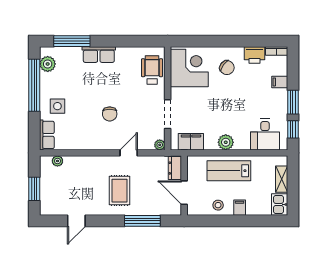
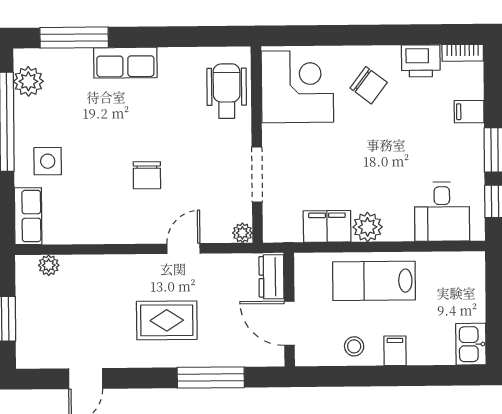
filing cabinet: (191, 142) -> (327, 226), moved
shelving: (282, 179) -> (474, 296), removed
rug: (119, 191) -> (167, 320), turned 90

